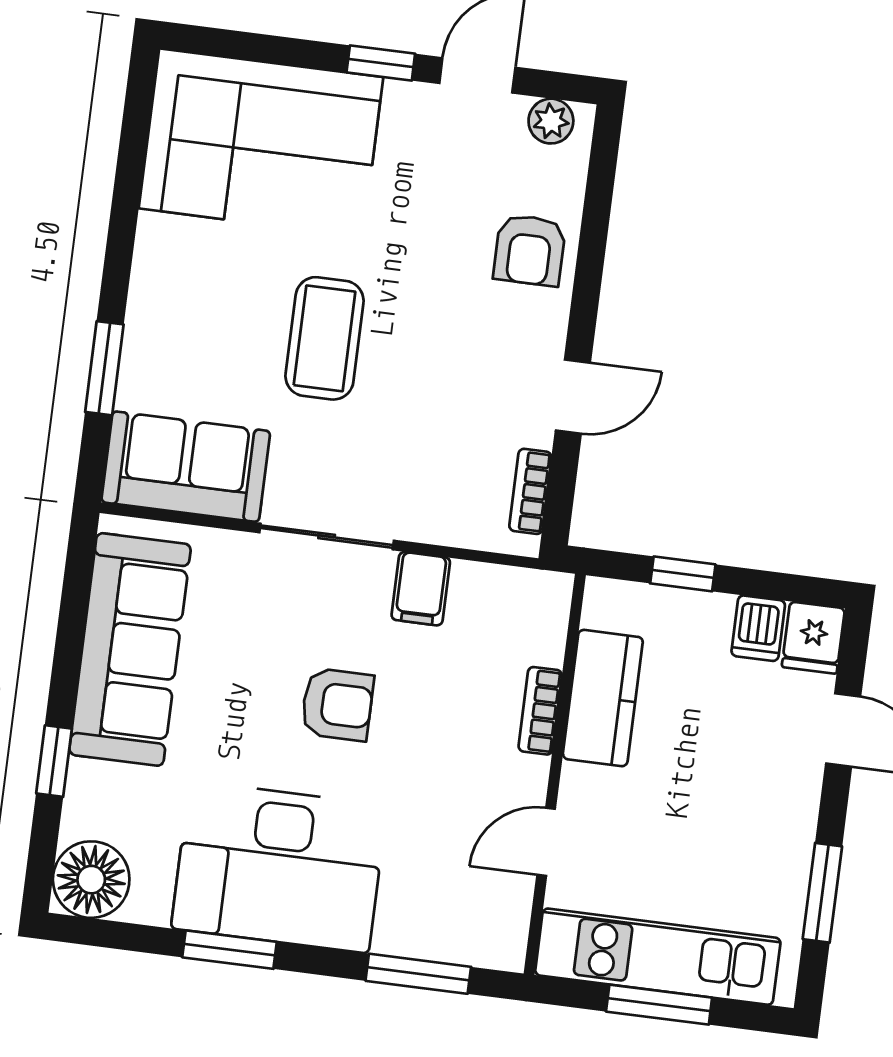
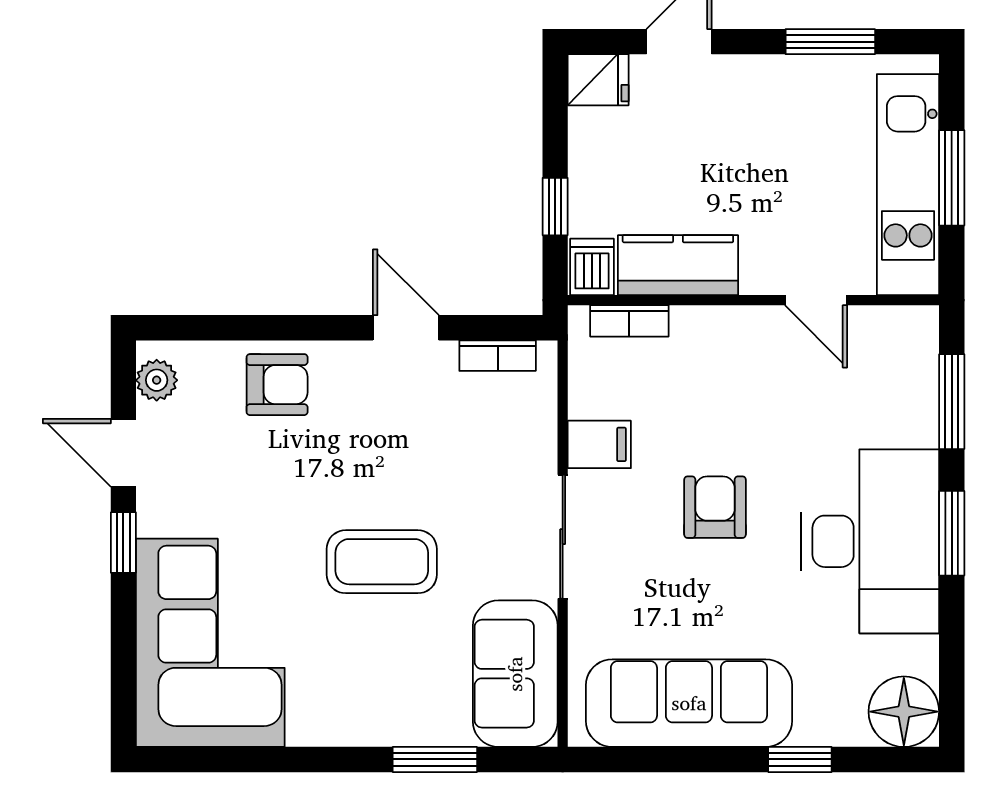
dishwasher: (758, 628) -> (592, 267), moved, turned -90
bookcase: (540, 711) -> (629, 321), moved
window: (230, 950) -> (952, 533), moved

